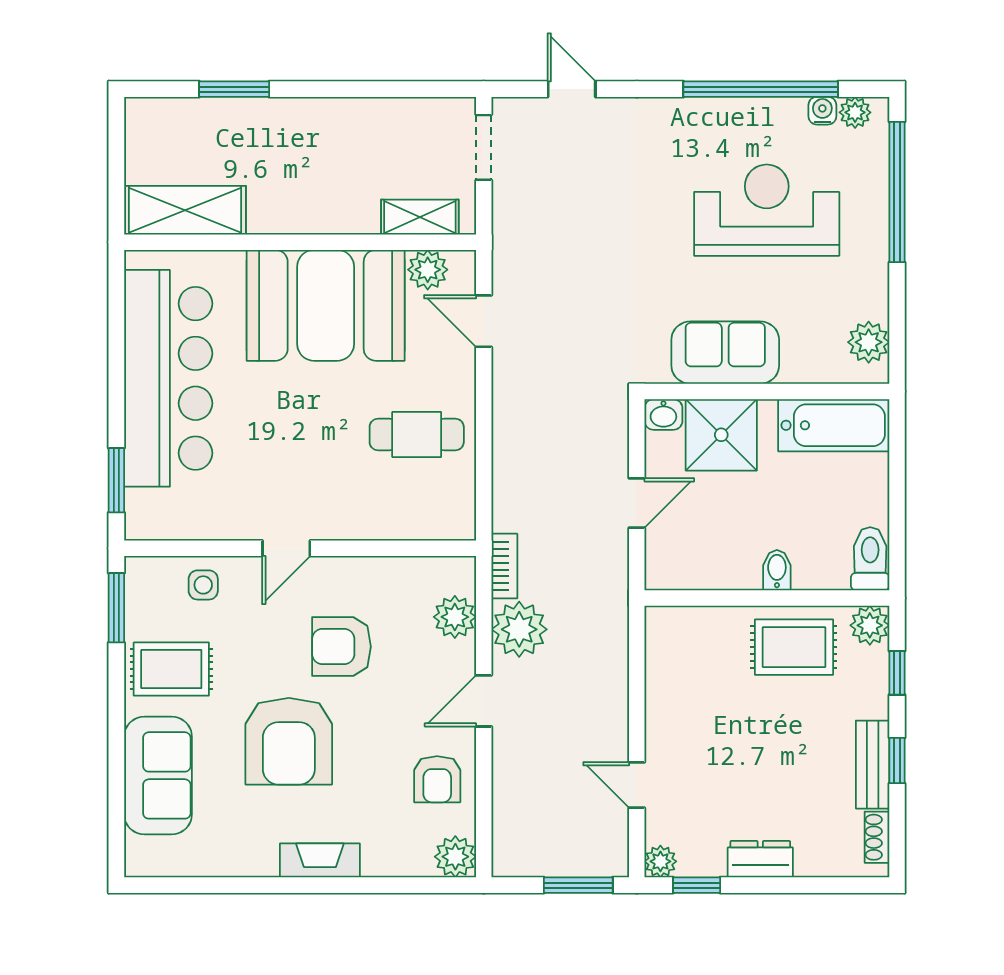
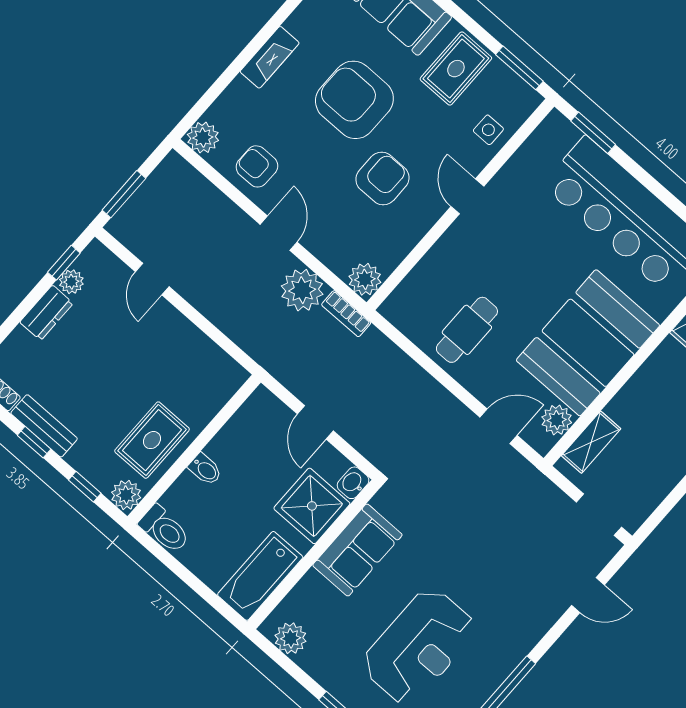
plant: (455, 617) -> (365, 279), moved
door: (637, 785) -> (152, 279), swing flipped
plant: (660, 861) -> (71, 282), moved

